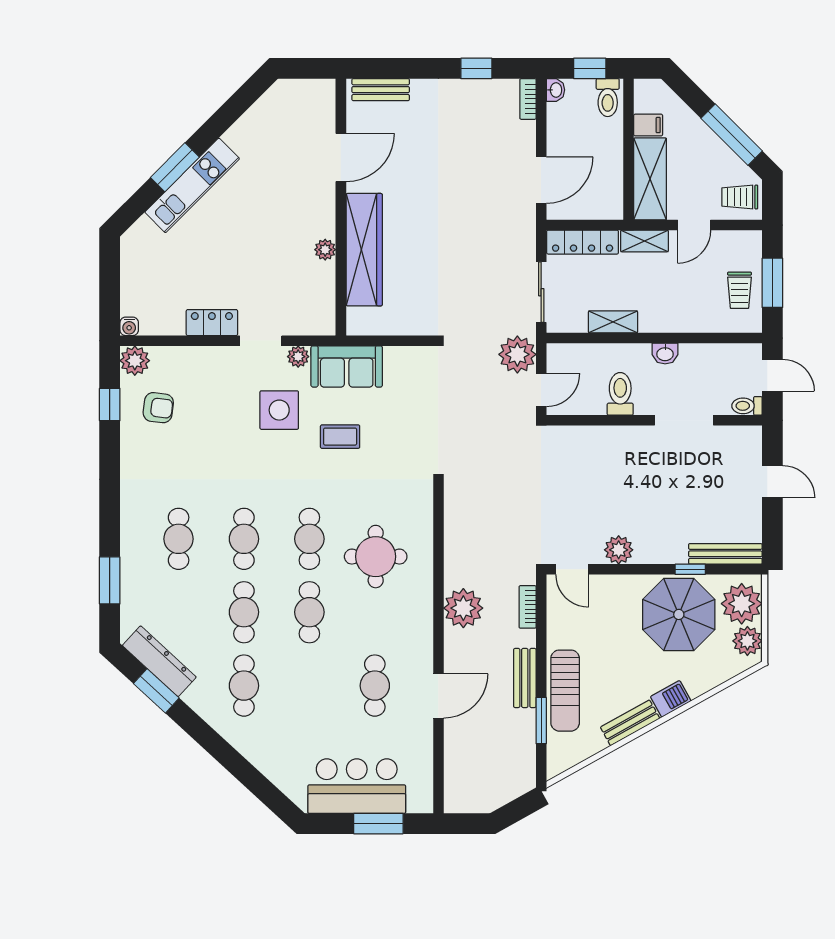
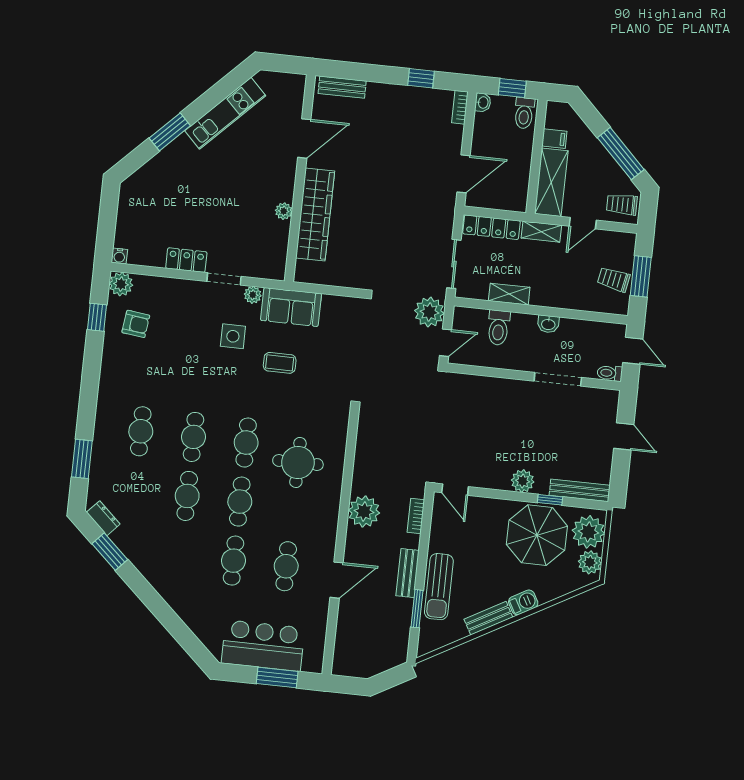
kitchen unit: (192, 185) -> (225, 113), moved
trolley: (739, 290) -> (614, 279), turned 101
toilet: (620, 394) -> (498, 328), moved, turned 180
side table: (279, 410) -> (233, 336), width x0.73, depth x0.73
plant: (619, 550) -> (523, 481), moved
dresser: (159, 661) -> (103, 518), width x0.51, depth x0.80
cafe table: (244, 686) -> (234, 561), moved

